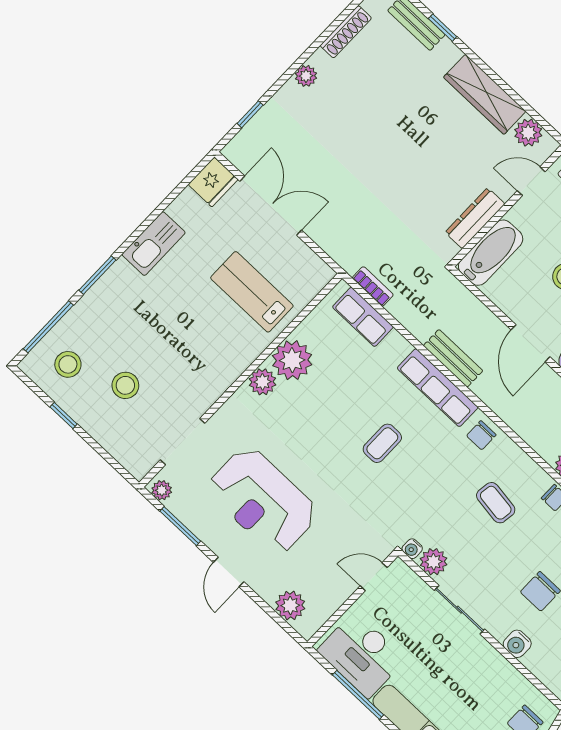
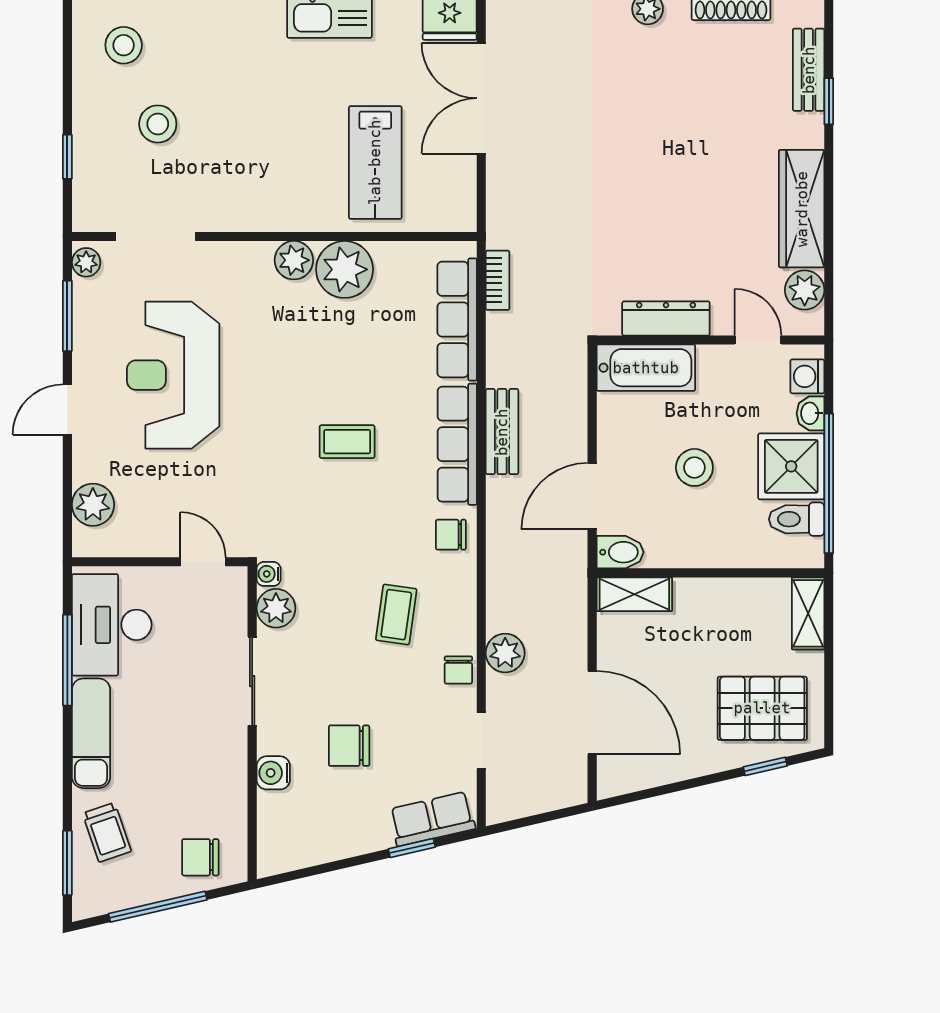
double door: (271, 206) -> (481, 98), swing flipped
lab bench: (252, 292) -> (375, 162), turned 180
row of seats: (363, 317) -> (457, 319), width x1.48
window: (64, 415) -> (67, 157), moved

